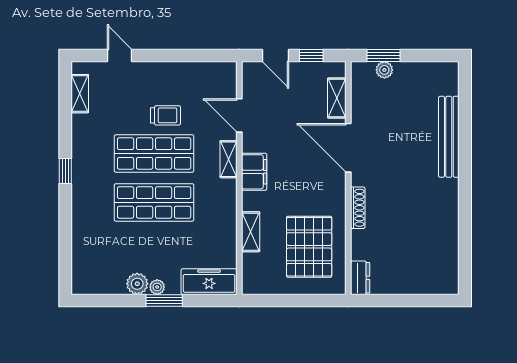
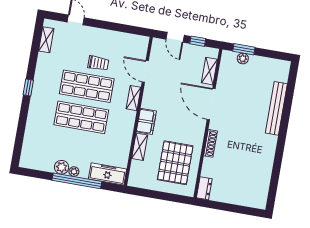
filing cabinet: (254, 172) -> (146, 121), moved
window: (164, 300) -> (77, 181), width x2.11

